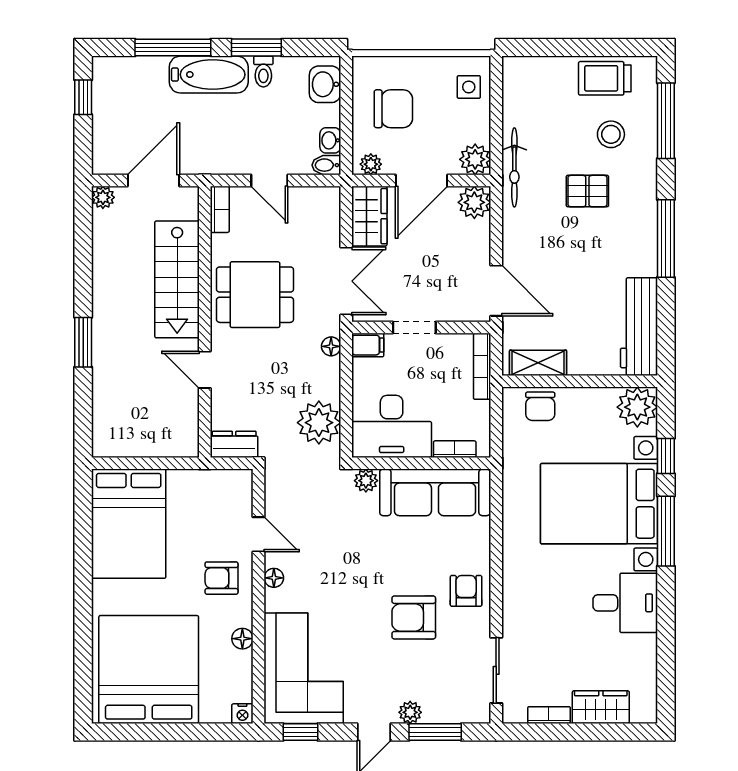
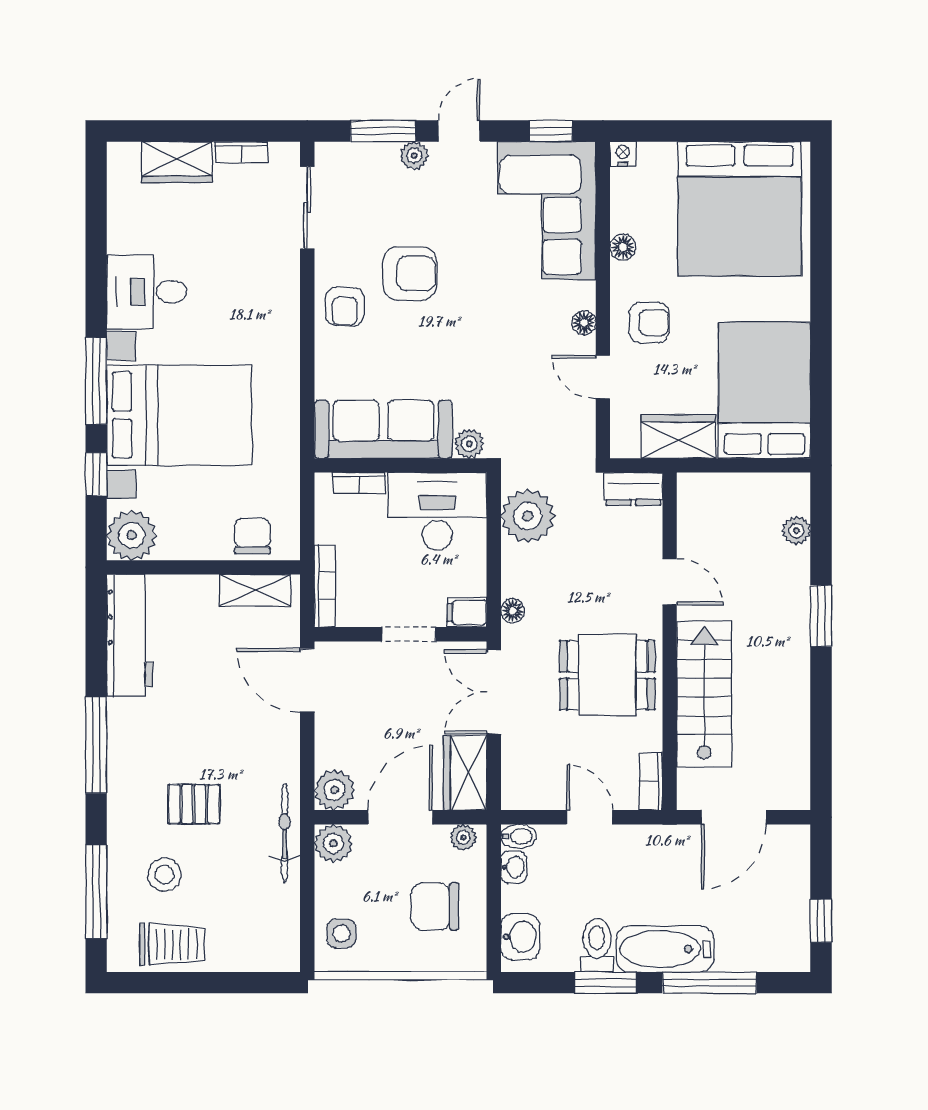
toilet: (263, 72) -> (597, 945), width x1.37, depth x1.39
plant: (103, 197) -> (796, 531), moved
wardrobe: (198, 486) -> (678, 437), added

